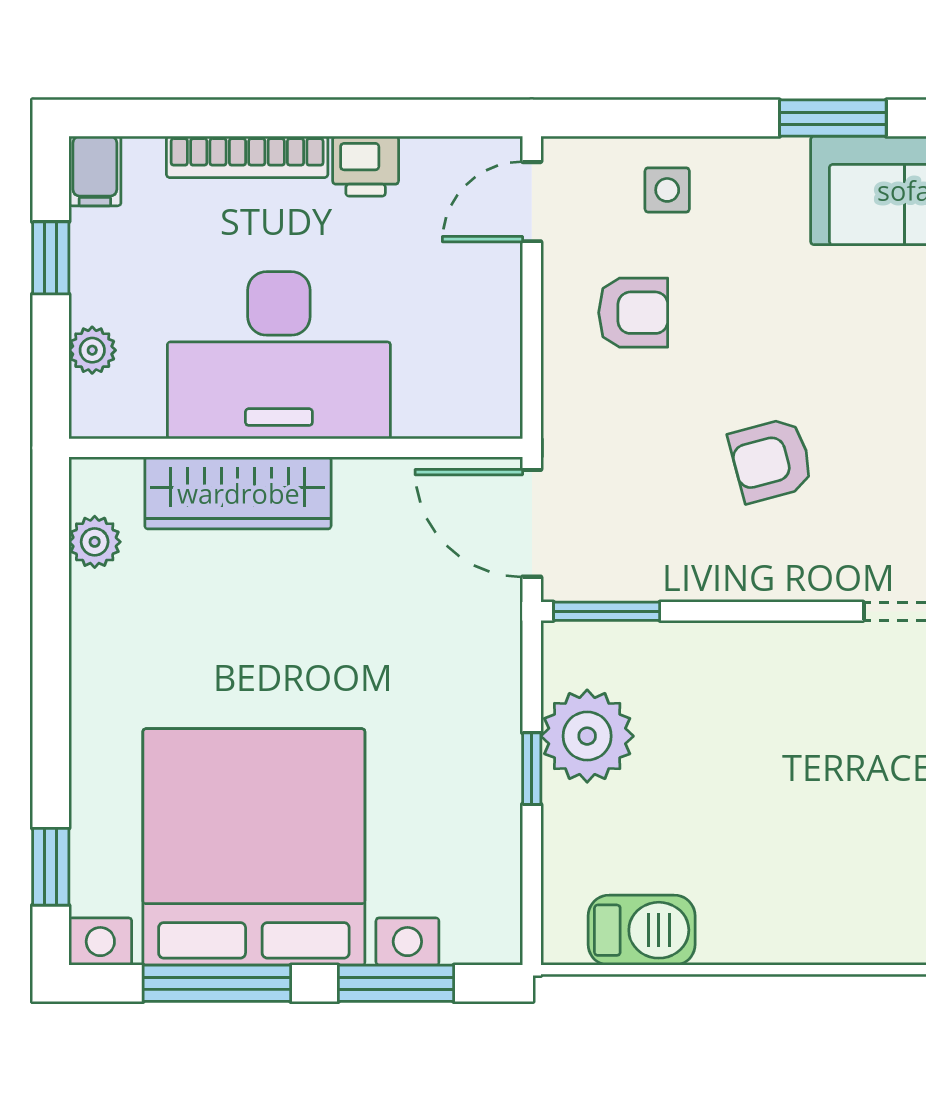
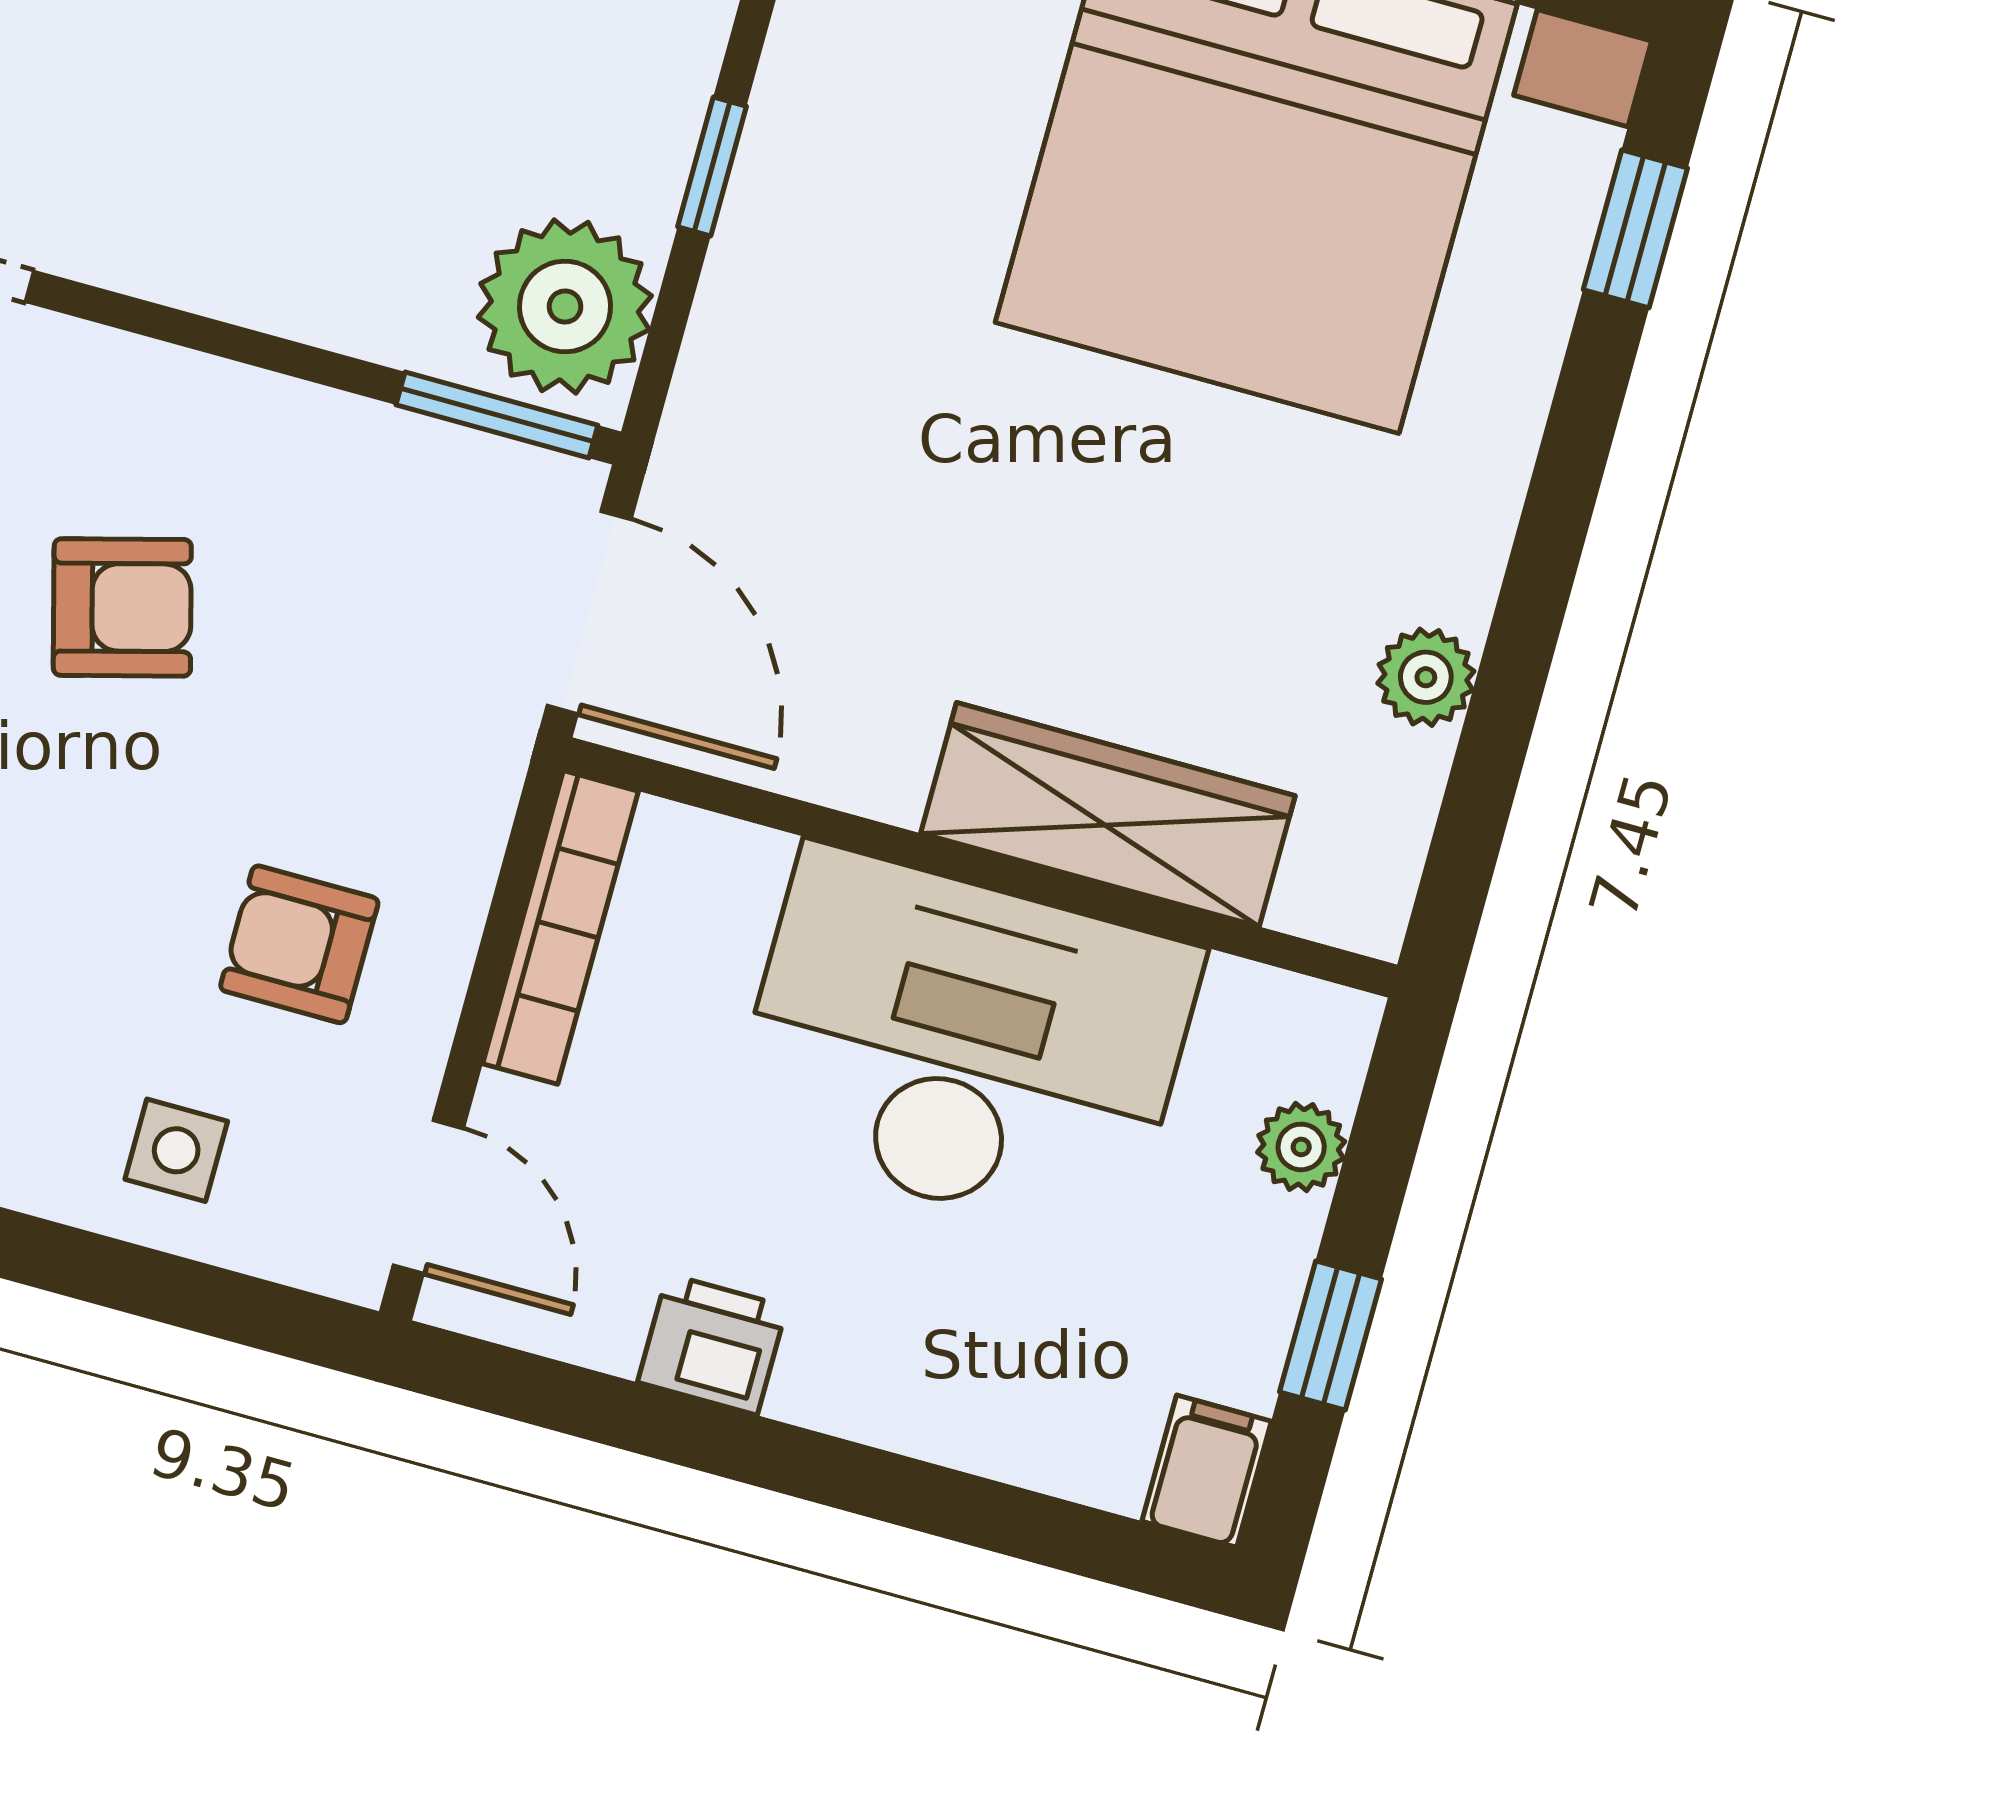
bookcase: (247, 157) -> (561, 927), moved, turned 90
door: (532, 202) -> (428, 1197), hinge flipped
plant: (95, 542) -> (1426, 677), moved
plant: (587, 736) -> (565, 307), moved

